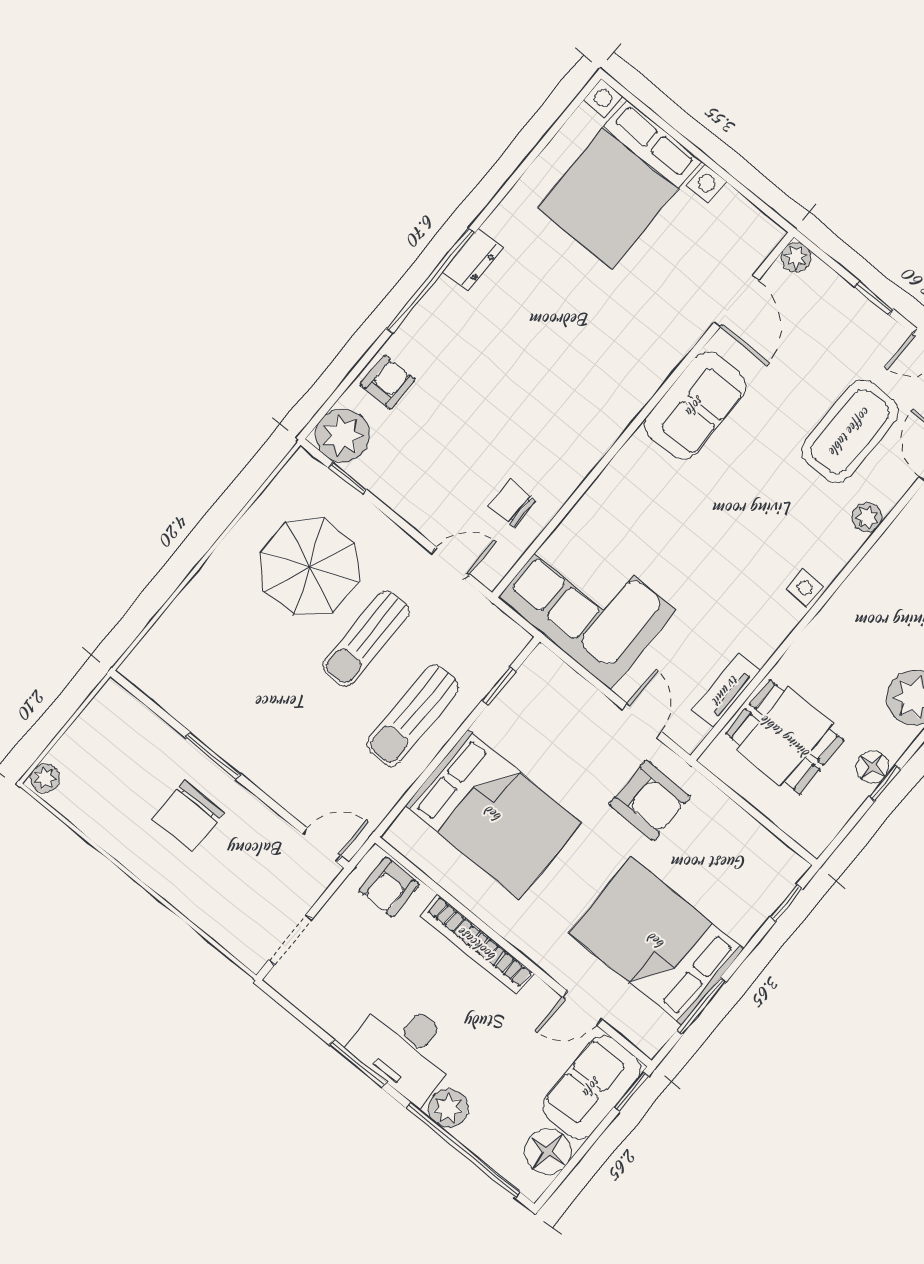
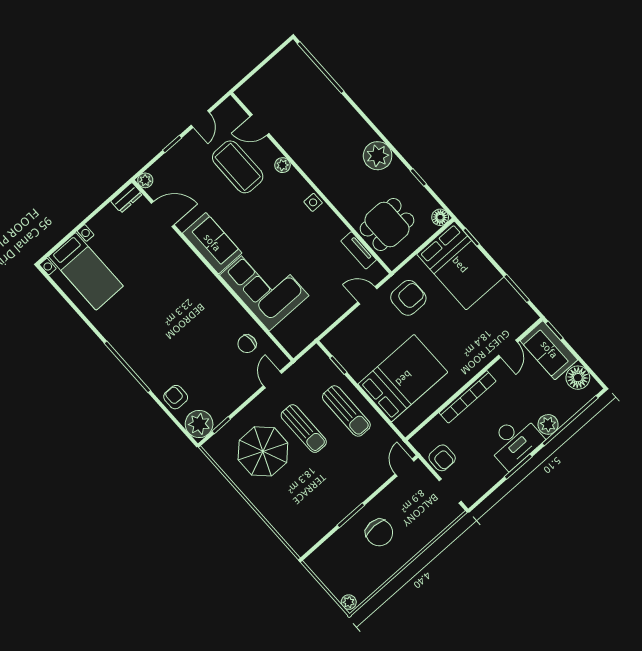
bed with nightstands: (619, 184) -> (86, 271), width x0.73
dresser: (473, 259) -> (127, 198), moved, turned 90
corner sofa: (587, 604) -> (264, 285), moved, turned 90
floor lamp: (872, 767) -> (440, 217), moved
armchair: (389, 887) -> (442, 458), moved
bed: (656, 941) -> (460, 265), moved, turned -90

